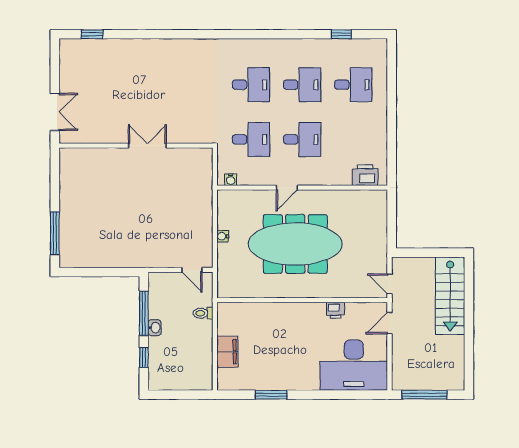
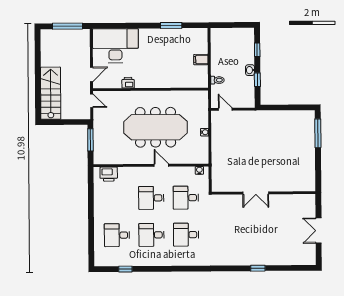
window: (92, 34) -> (258, 268), moved
double door: (55, 112) -> (319, 231), moved
door: (287, 188) -> (161, 165), hinge flipped
window: (392, 226) -> (90, 140), added
window: (144, 313) -> (257, 80), width x0.46
filing cabinet: (227, 352) -> (201, 60), width x0.50

